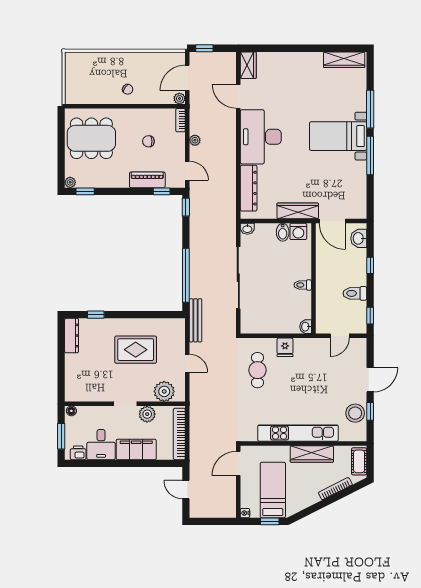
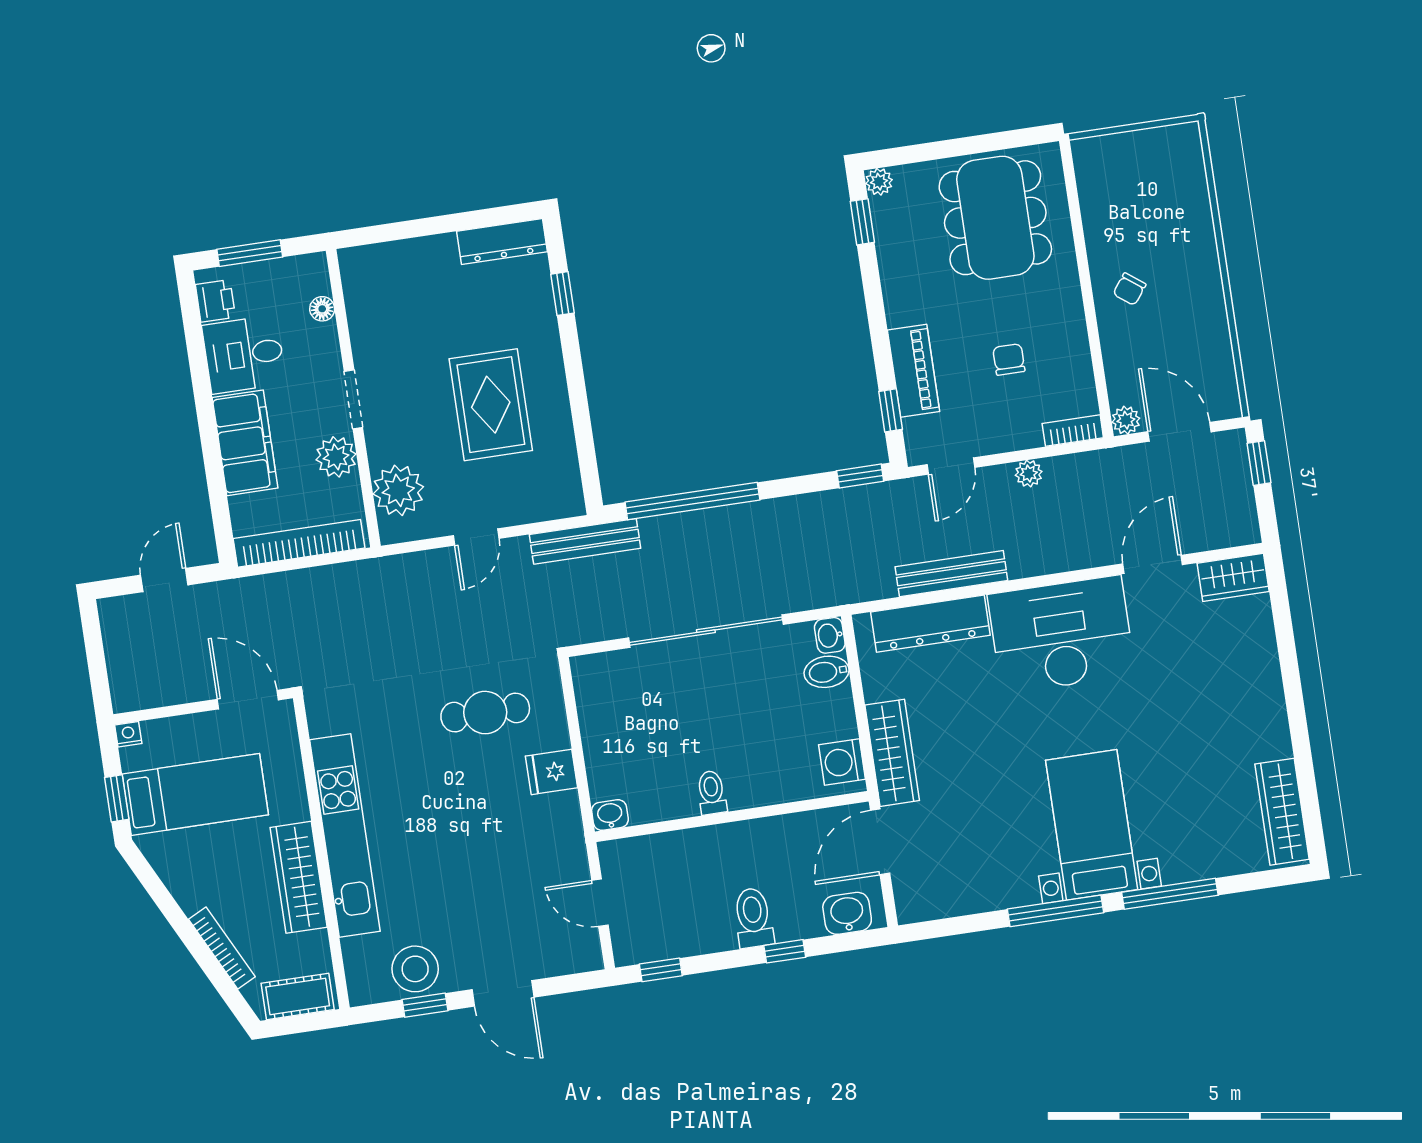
bench: (230, 177) -> (951, 574), added
bidet: (283, 232) -> (827, 672), moved
toilet: (355, 293) -> (753, 918), moved
floor lamp: (71, 411) -> (322, 309), moved

